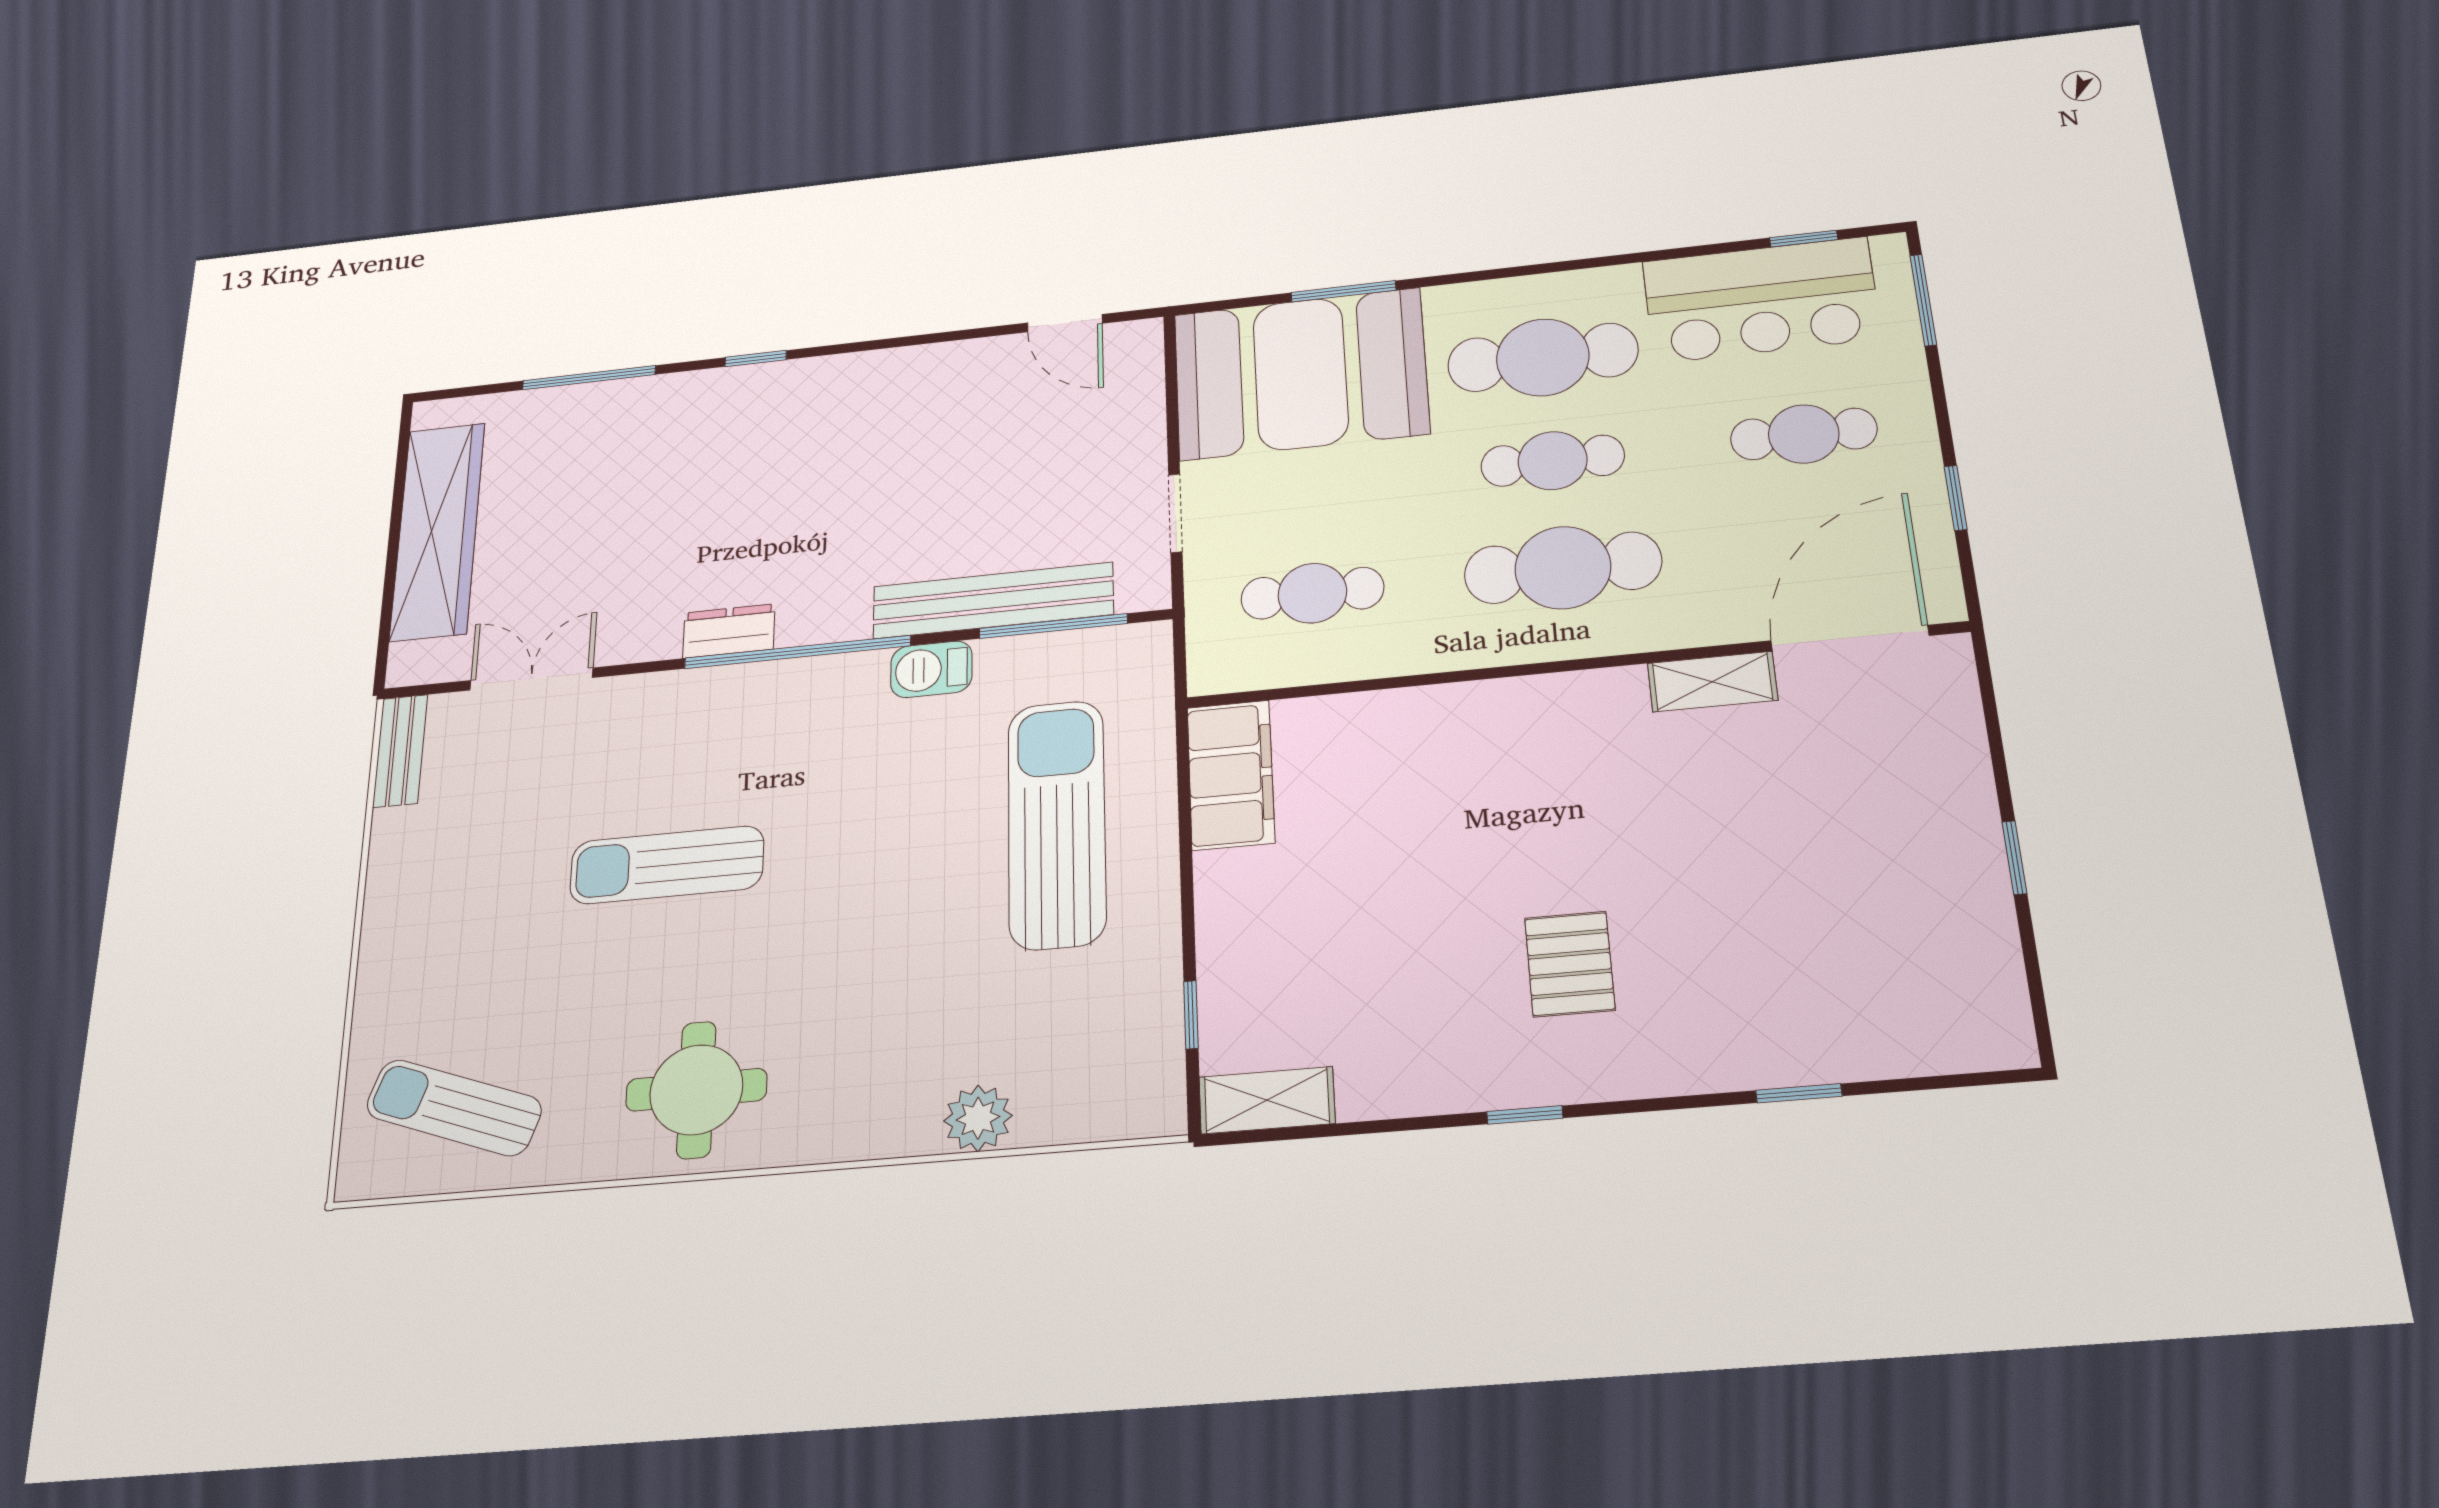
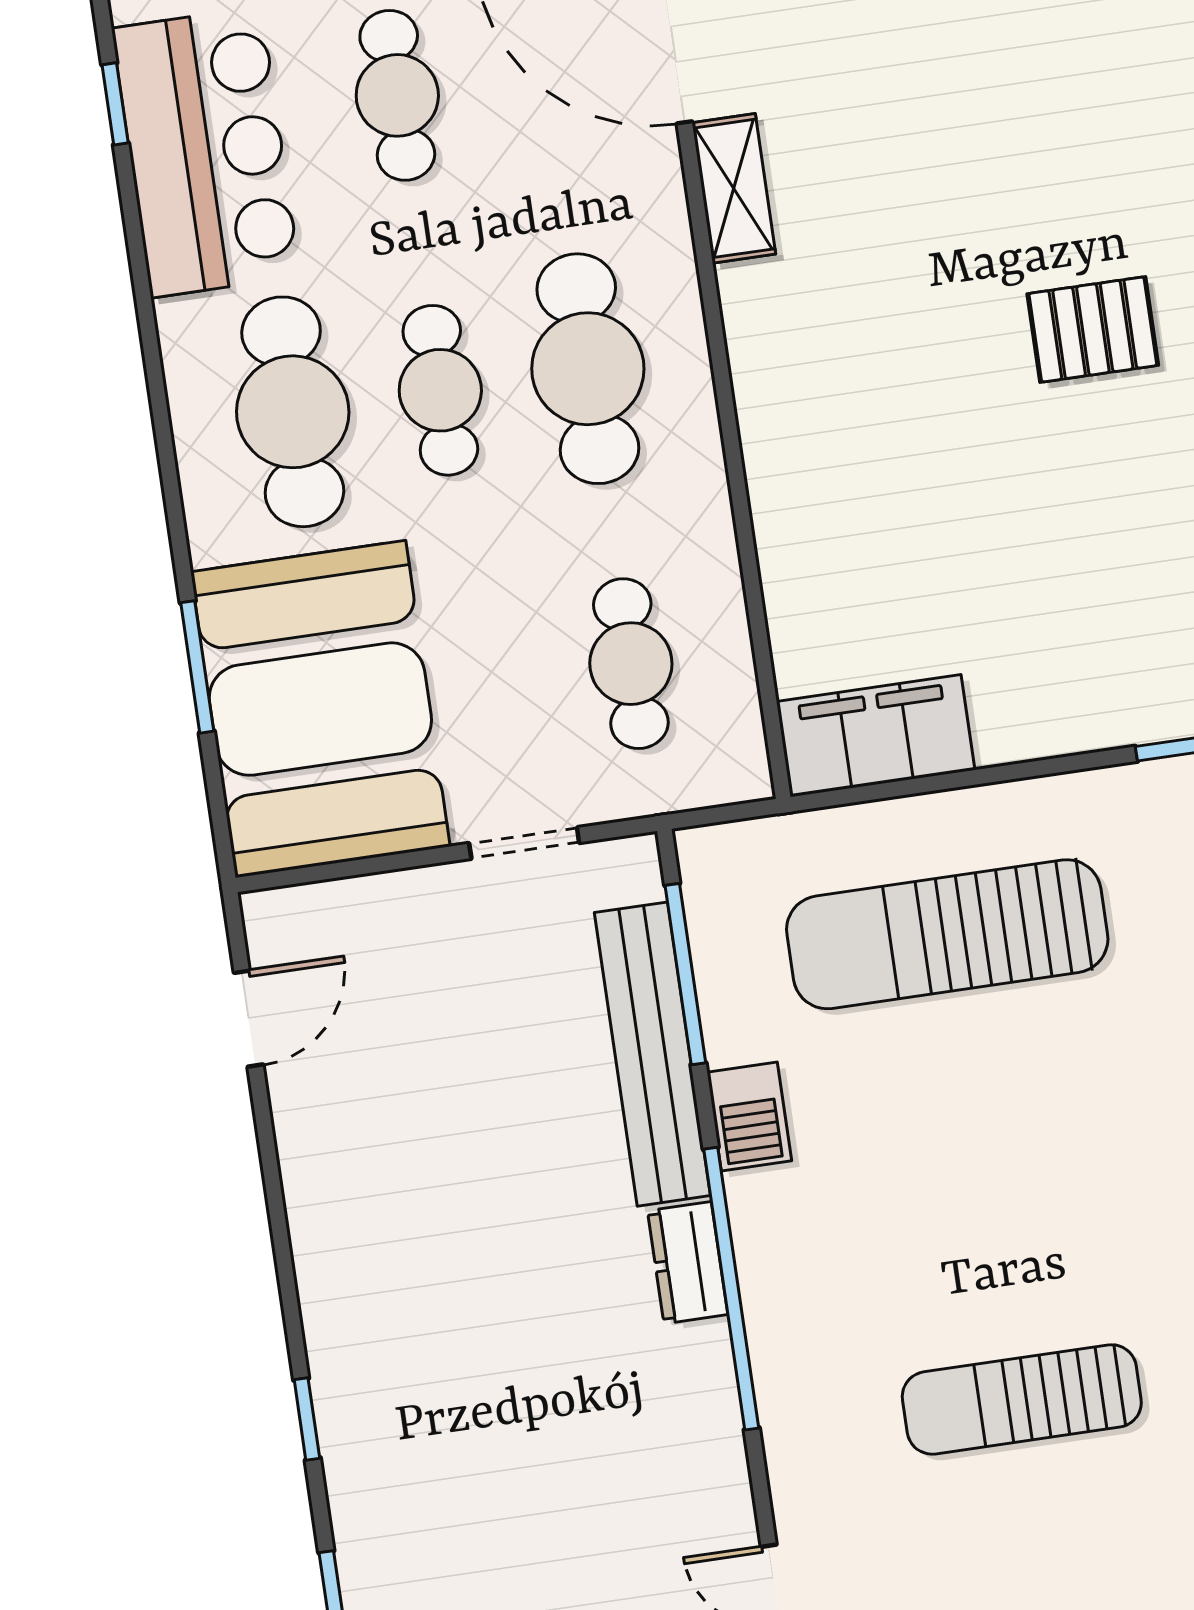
dresser: (729, 631) -> (688, 1263), moved
sun lounger: (667, 865) -> (1022, 1399), turned 90

